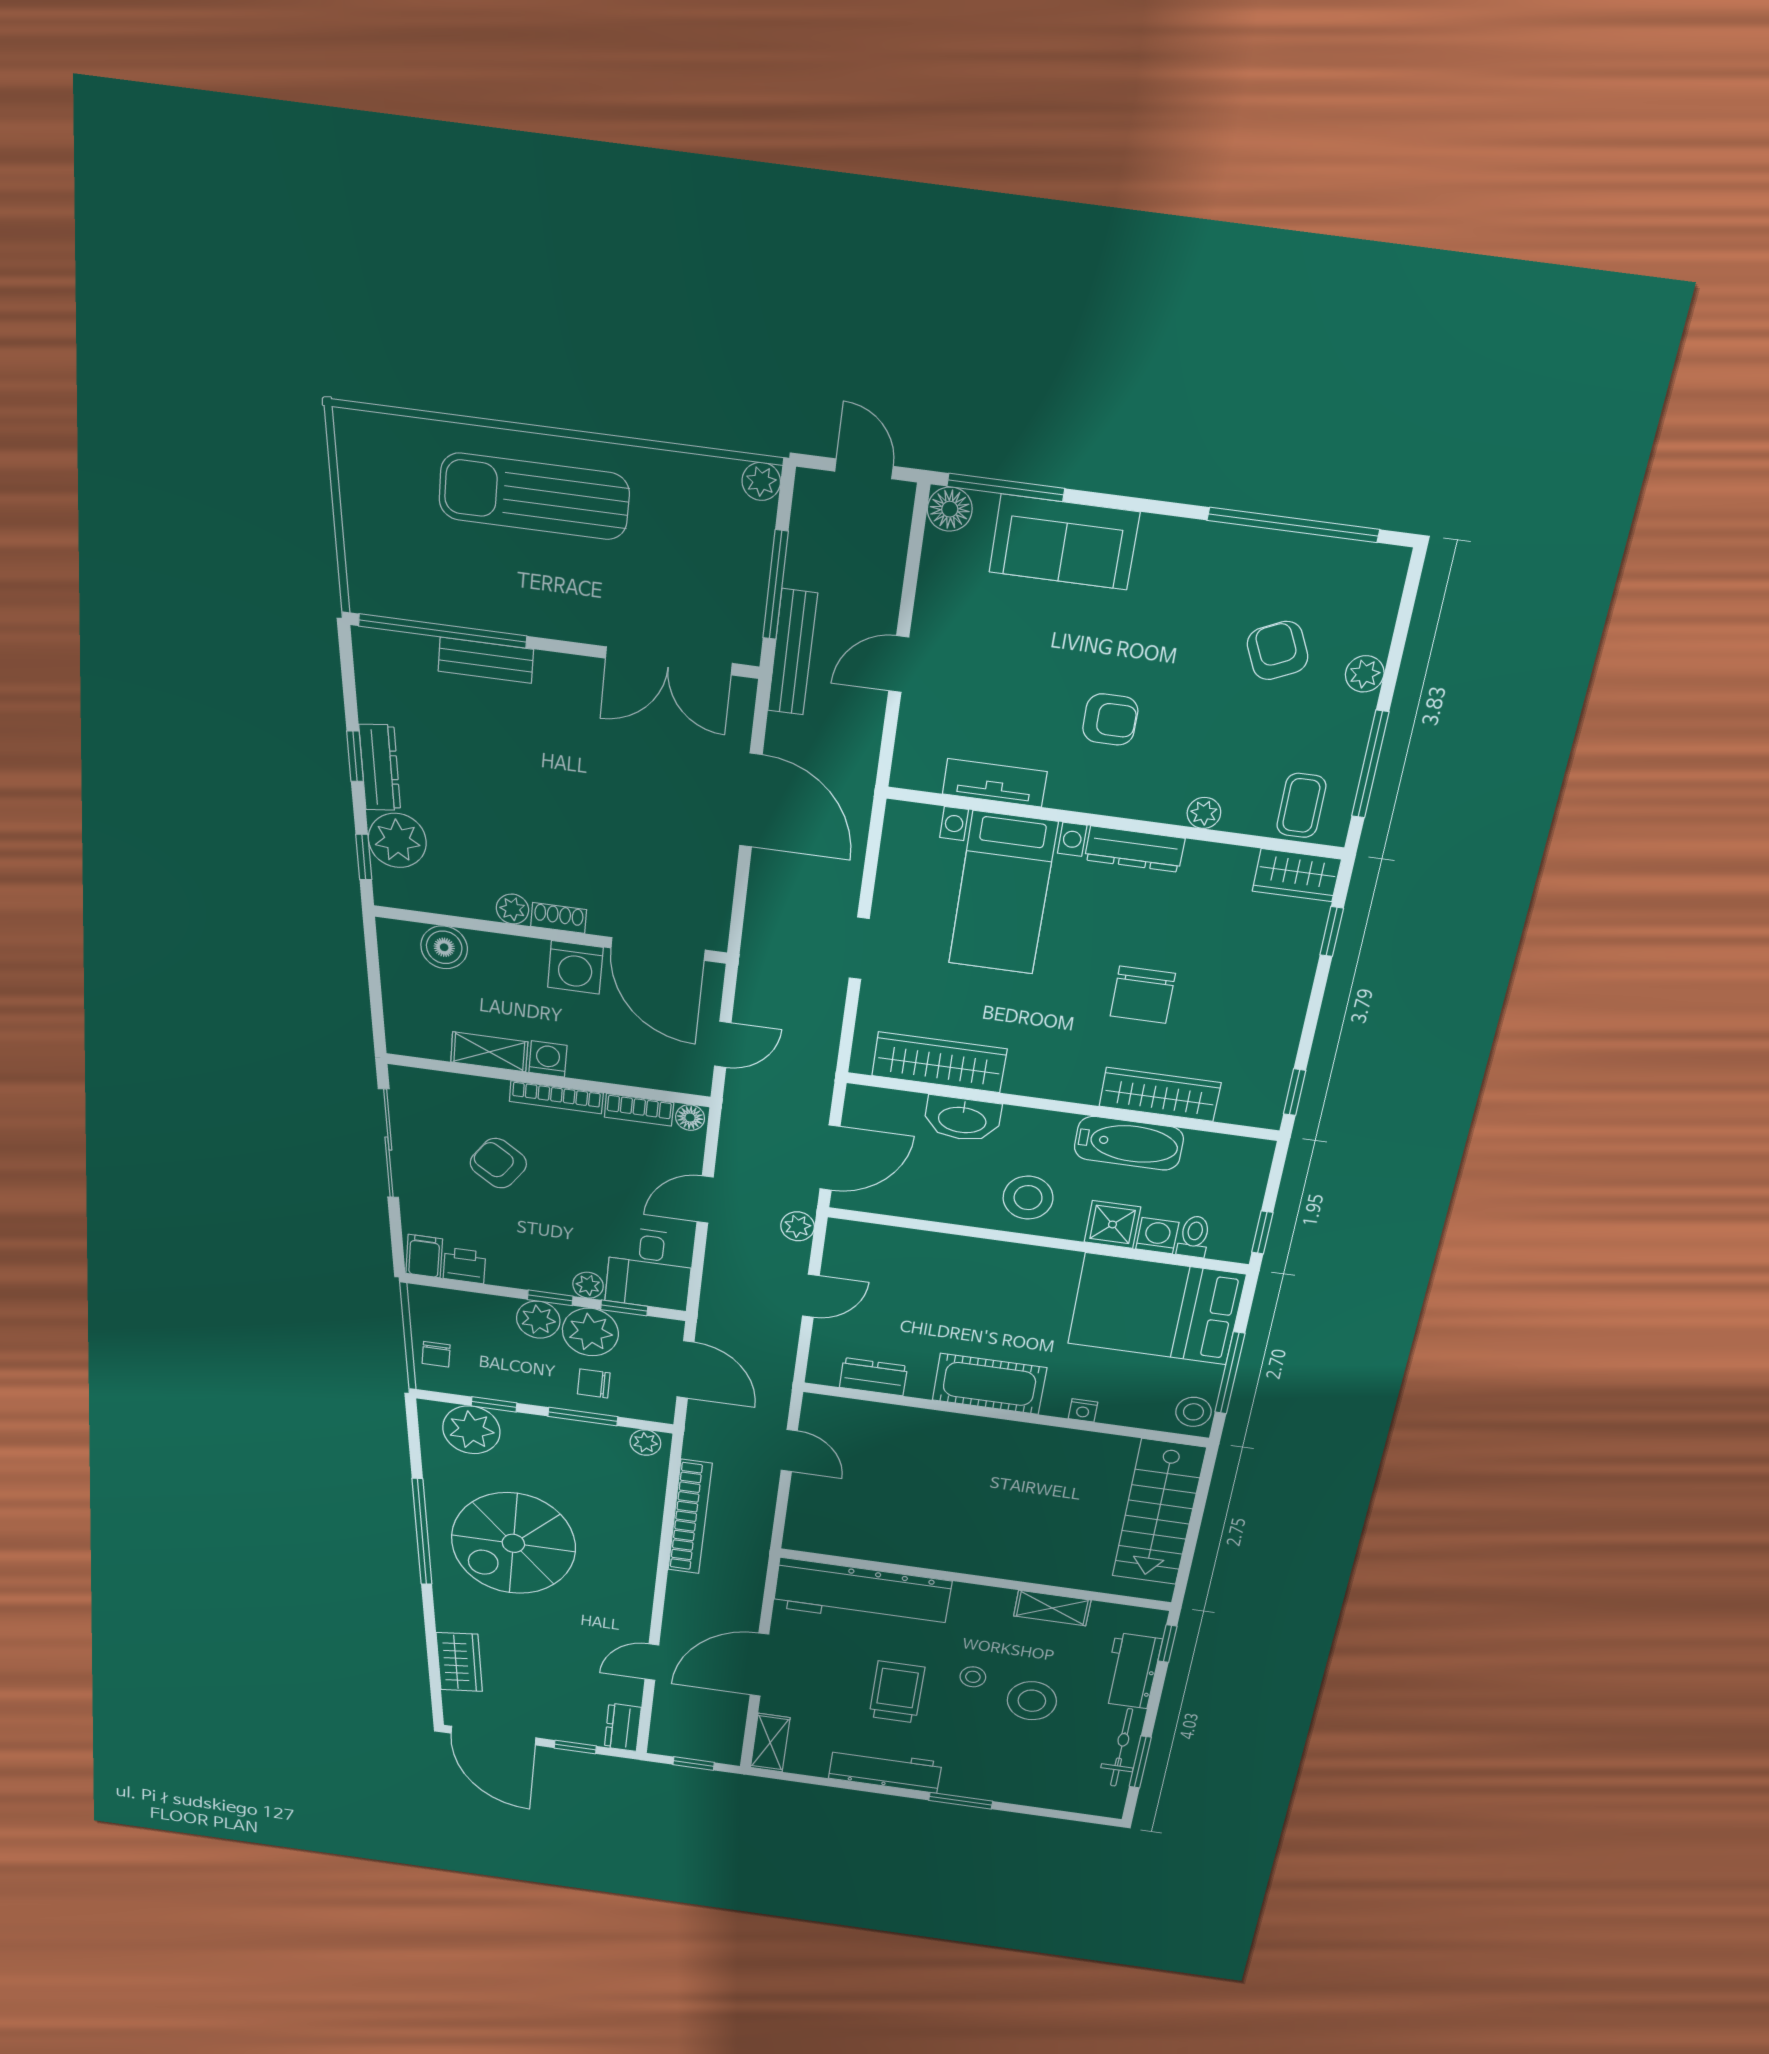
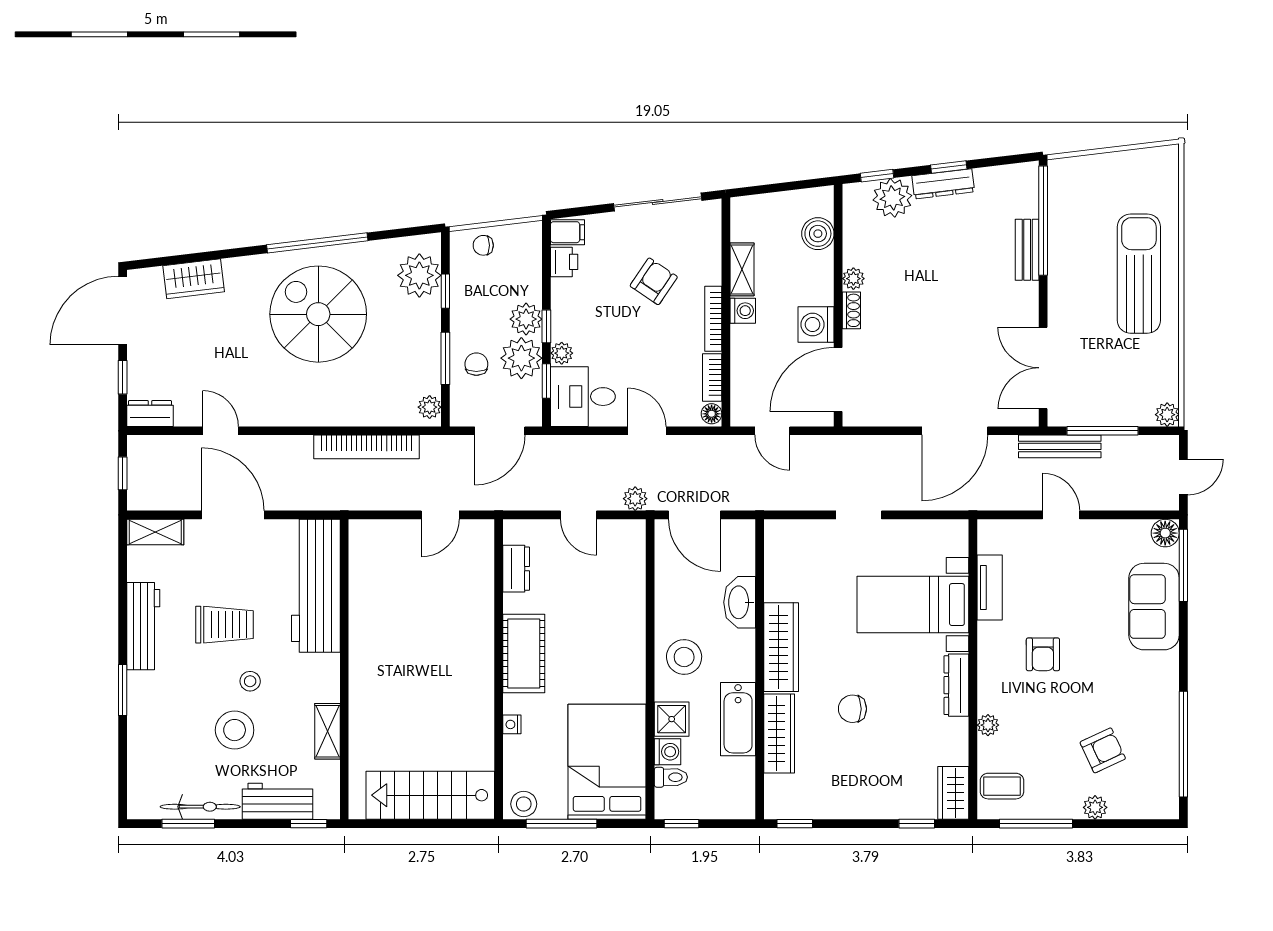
chair: (1143, 995) -> (852, 709), width x0.73, depth x0.73
wardrobe: (939, 1062) -> (781, 647), moved

